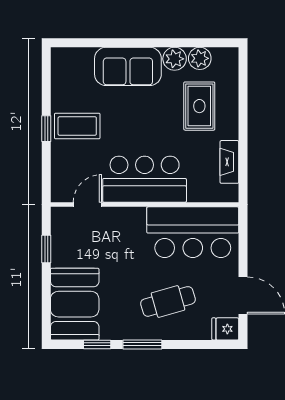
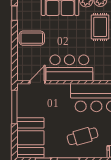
window: (46, 129) -> (14, 13), moved
window: (46, 249) -> (14, 107), width x2.17

